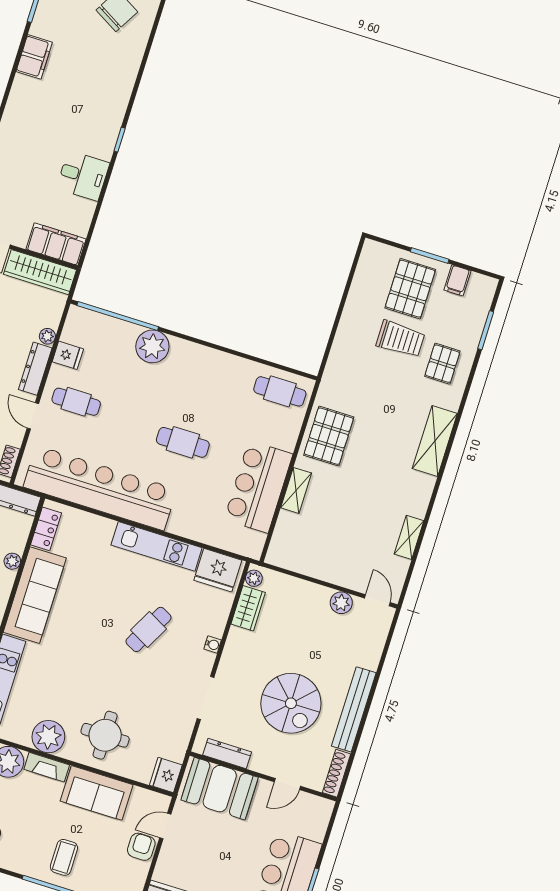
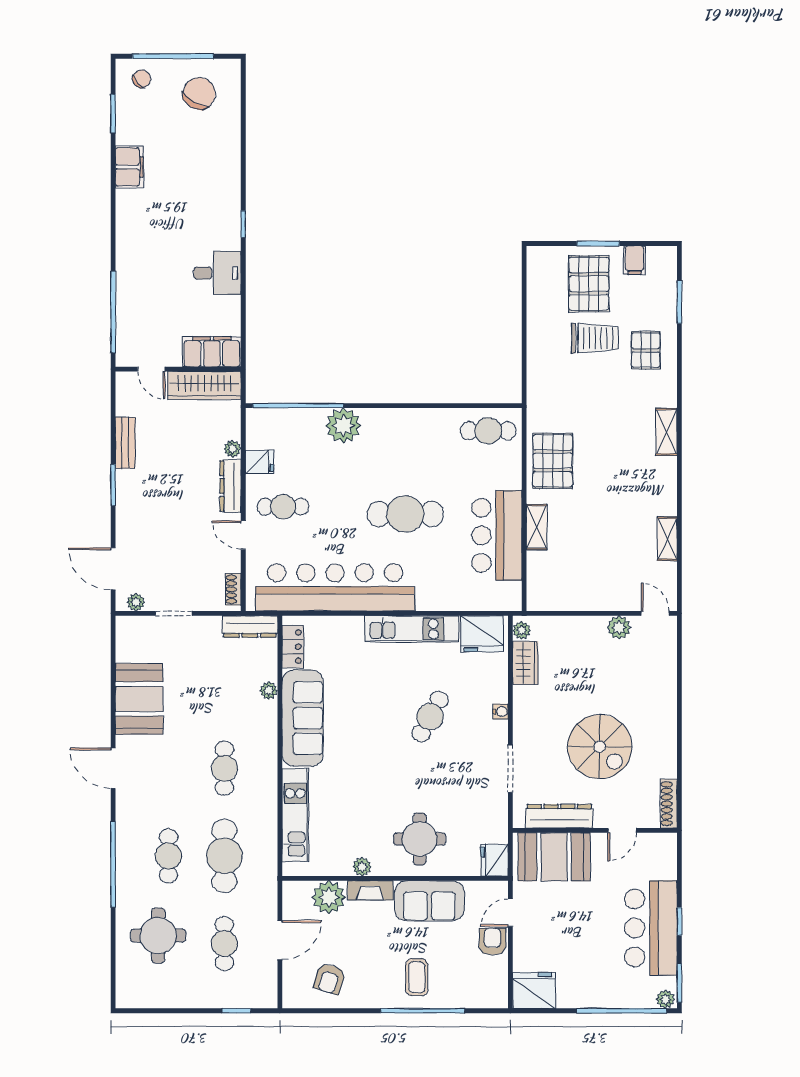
shelving: (435, 441) -> (666, 432), width x0.67, depth x0.75
cafe table: (183, 442) -> (405, 514), width x1.37, depth x1.35
bench: (354, 709) -> (666, 733), removed
plant: (48, 737) -> (362, 867), width x0.53, depth x0.53
dresser: (227, 754) -> (559, 816), width x1.37, depth x1.24

